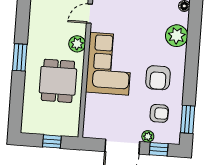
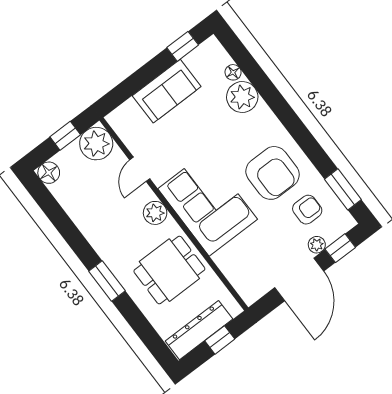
plant: (177, 36) -> (242, 97), moved
armchair: (158, 78) -> (273, 173), width x1.36, depth x1.36
dining table: (58, 81) -> (169, 270), turned 90
dresser: (46, 126) -> (199, 330), added

